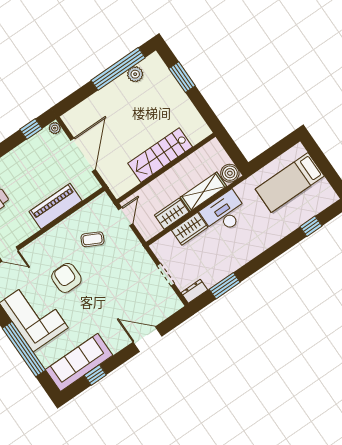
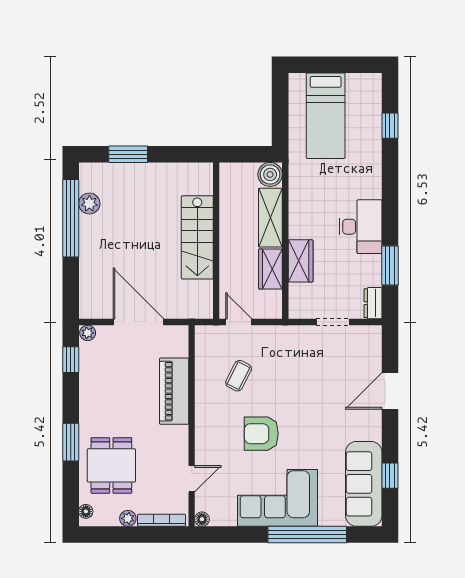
desk: (224, 213) -> (361, 227), moved, turned 180

